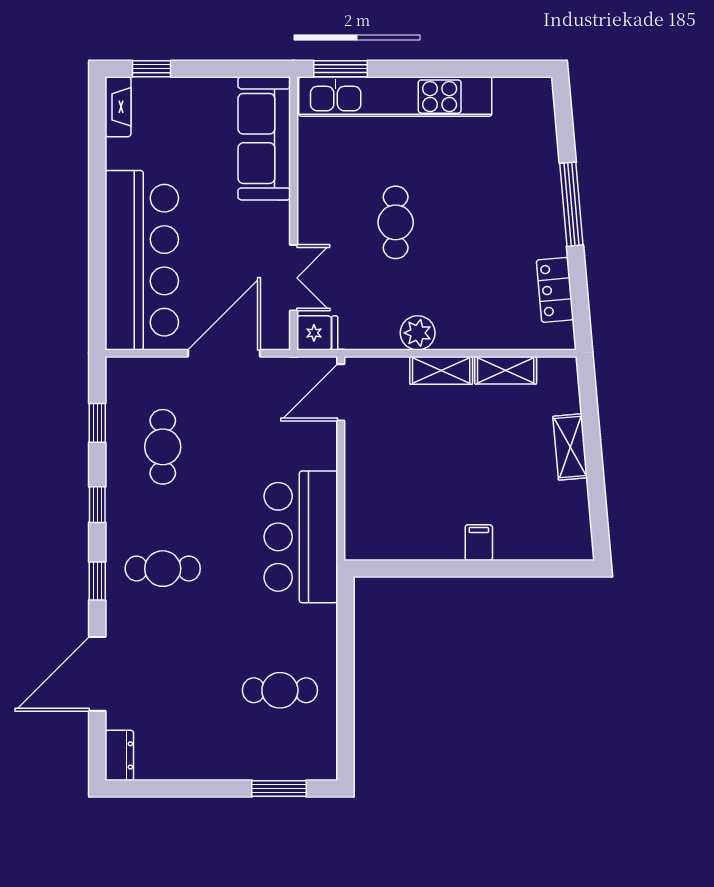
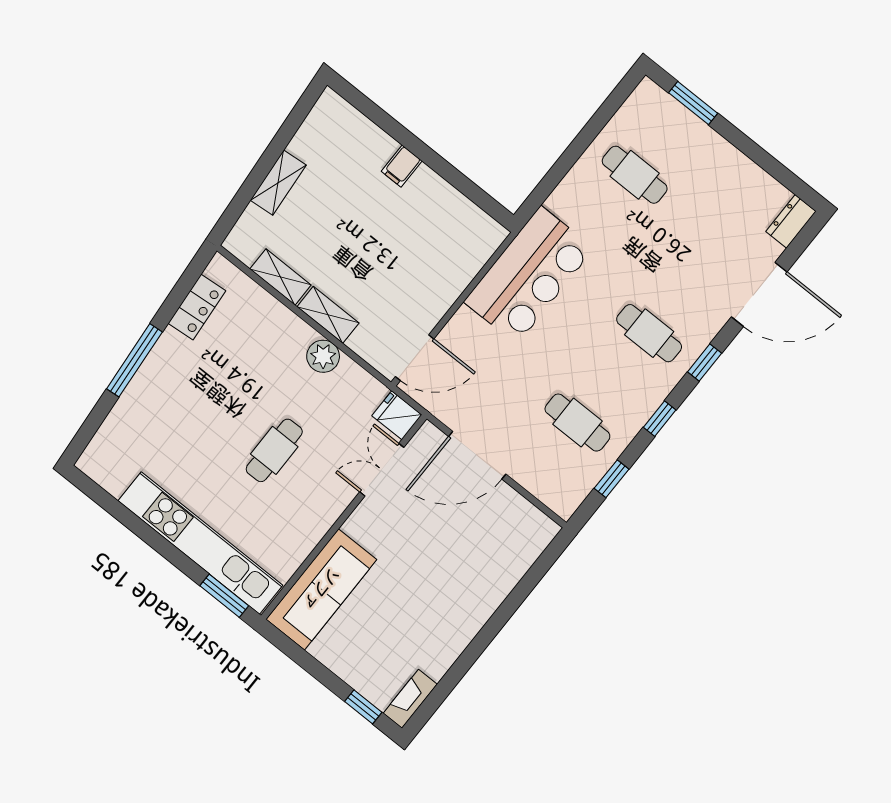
bar counter: (142, 260) -> (483, 572), removed
cafe table: (163, 447) -> (577, 423), turned 90

